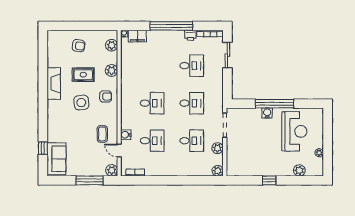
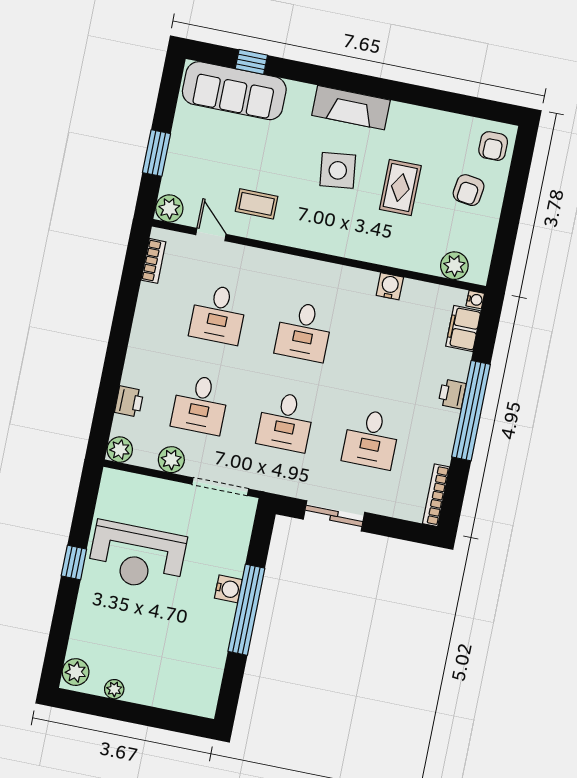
printer: (190, 35) -> (452, 394), moved
sliding door: (227, 55) -> (334, 516), moved
plant: (112, 70) -> (397, 254), removed
fireplace: (54, 84) -> (351, 108), moved
armchair: (106, 96) -> (493, 146), moved
reception desk: (294, 131) -> (137, 556), moved
water cooler: (126, 135) -> (390, 286), moved
door: (119, 151) -> (211, 234), hinge flipped
sofa: (56, 159) -> (234, 91), width x1.36
plant: (299, 170) -> (76, 672), moved
printer: (197, 171) -> (129, 402), added
window: (89, 180) -> (156, 153), width x0.69

